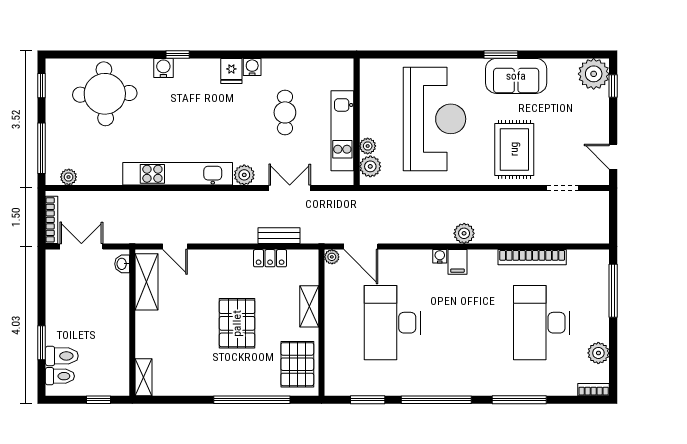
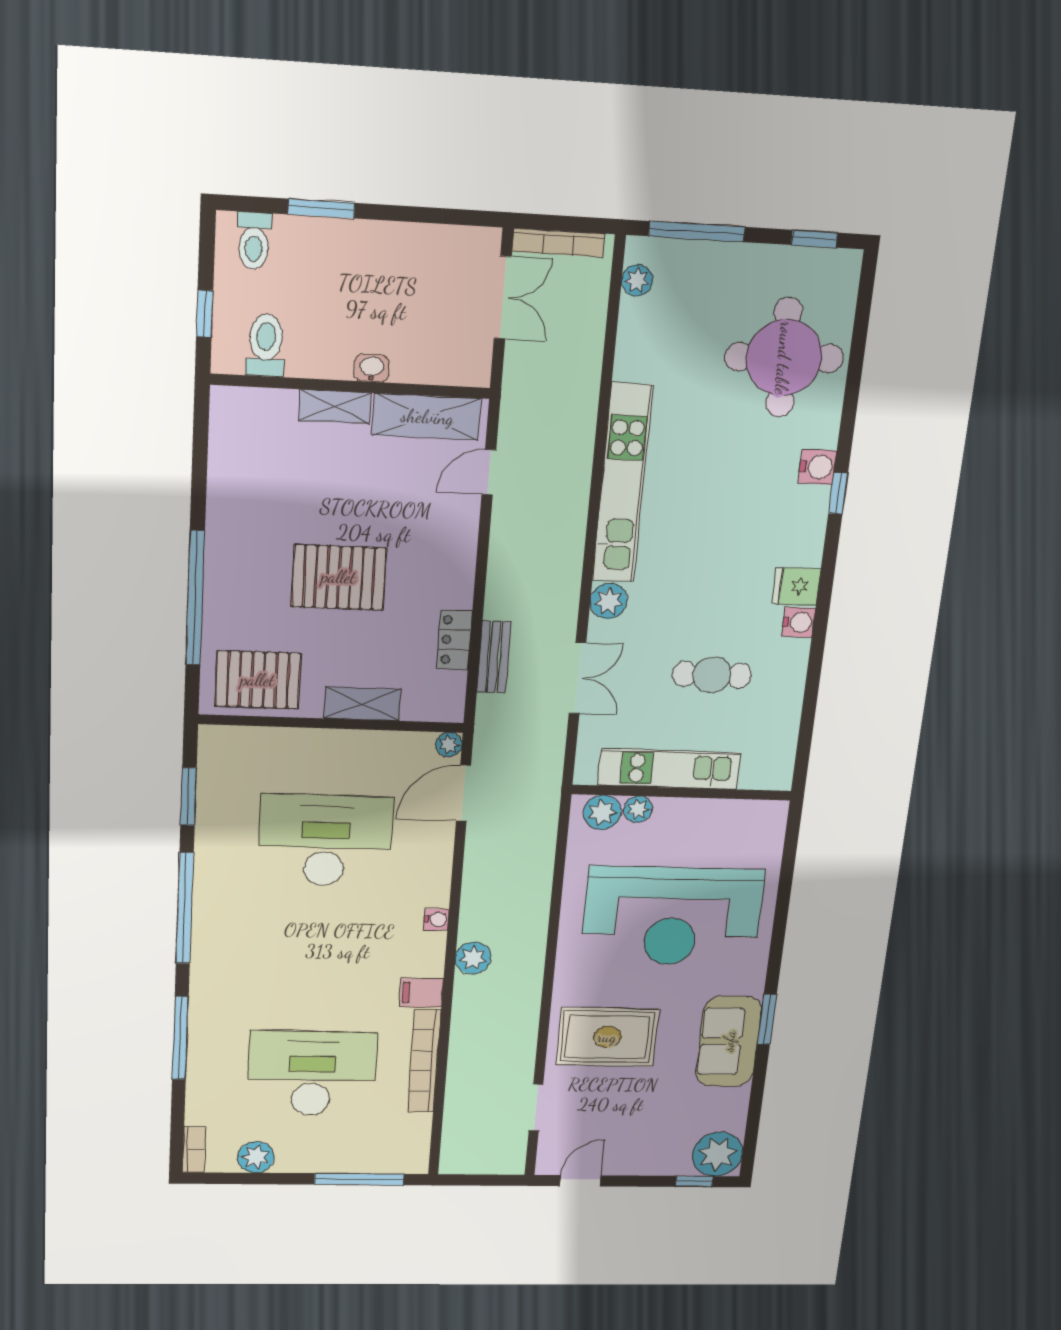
filing cabinet: (457, 262) -> (421, 993), moved
washbasin: (122, 264) -> (372, 368), moved
toilet: (62, 356) -> (266, 345), moved, turned 180
shelving: (144, 377) -> (335, 407), moved

